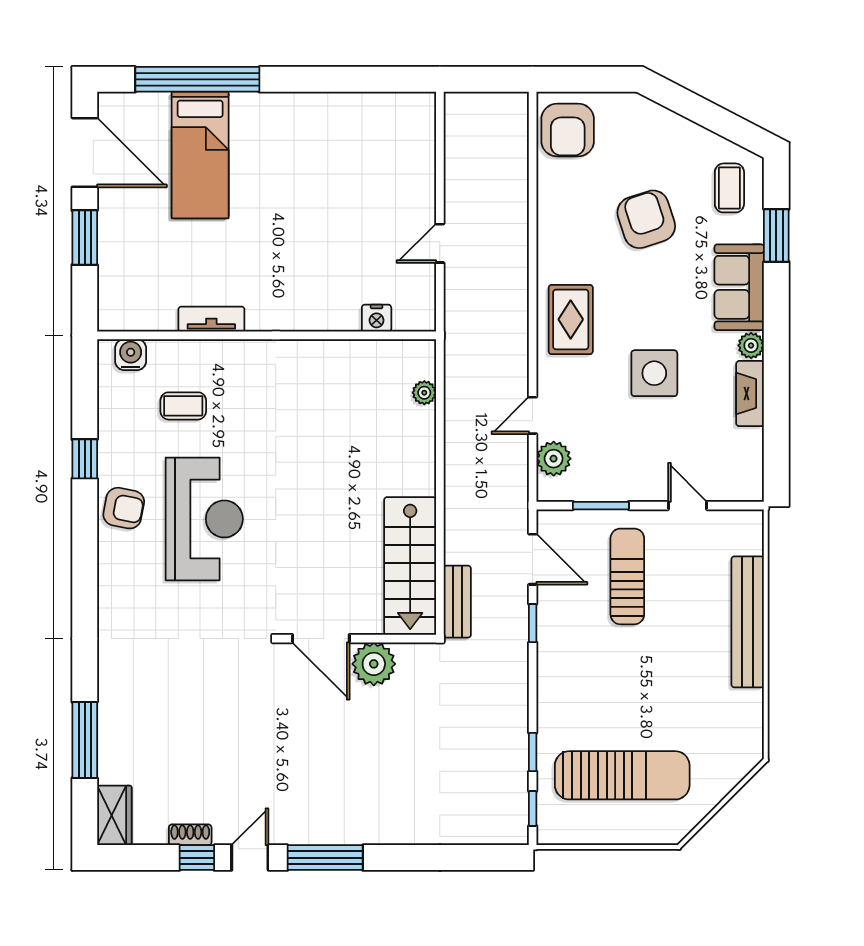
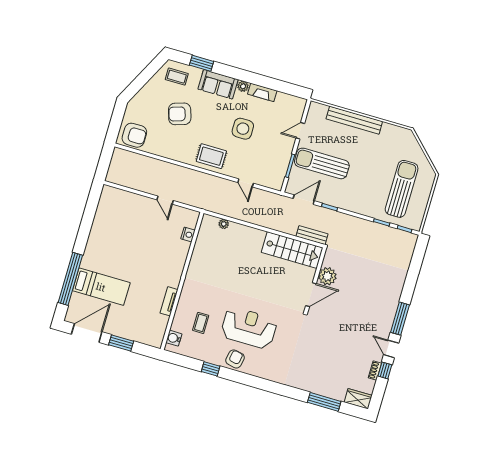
plant: (554, 459) -> (266, 179), removed
sun lounger: (627, 576) -> (322, 163), width x1.36, depth x1.34

